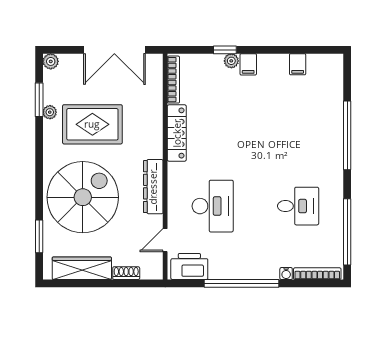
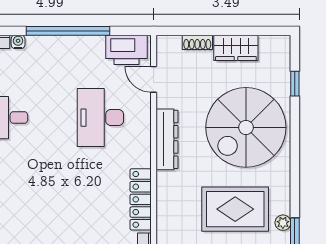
window: (39, 236) -> (295, 84), width x0.67
door: (165, 240) -> (154, 79), swing flipped
wardrobe: (82, 268) -> (236, 48), width x0.67

